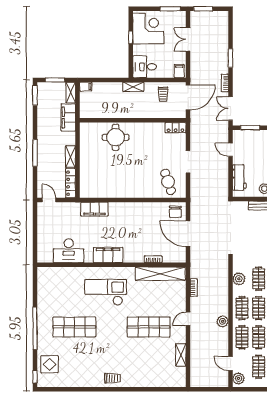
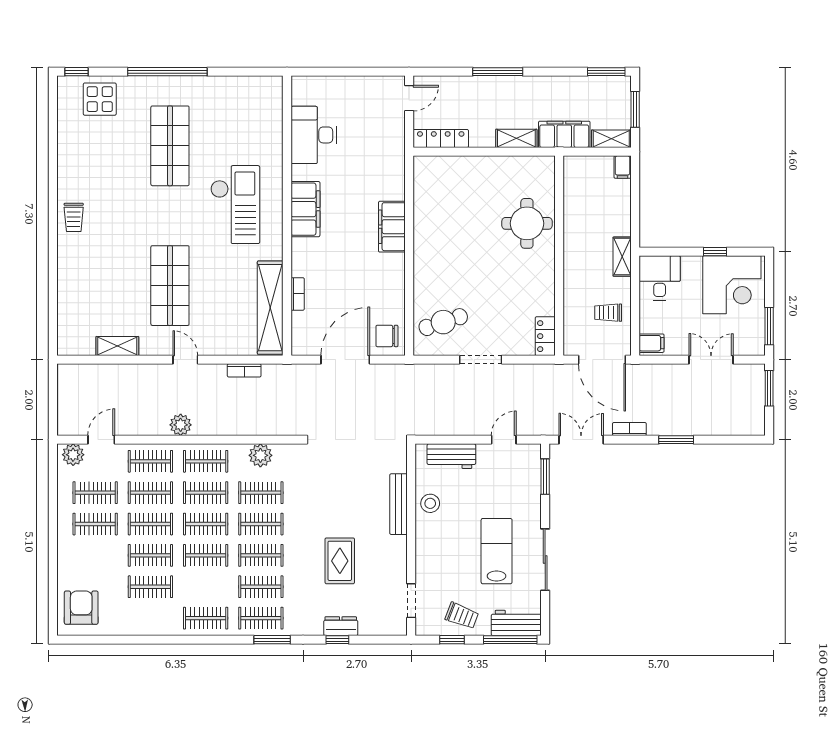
shelving: (70, 157) -> (516, 138), moved
filing cabinet: (94, 209) -> (392, 227), moved

